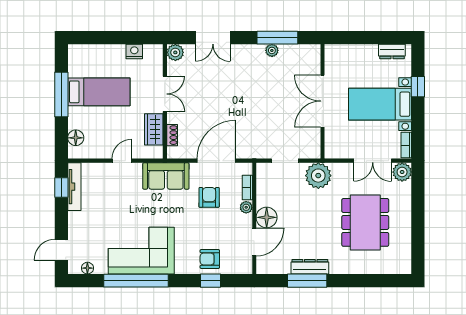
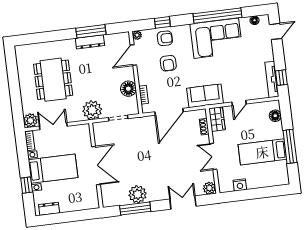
plant: (272, 50) -> (138, 194), width x1.88, depth x1.88
wardrobe: (154, 129) -> (217, 119), moved
armchair: (209, 197) -> (168, 63), moved
plant: (246, 207) -> (137, 35), moved
floor lamp: (267, 217) -> (128, 89), moved

